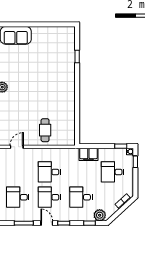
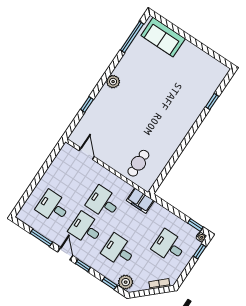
cafe table: (45, 130) -> (138, 163), moved
door: (17, 147) -> (87, 154), hinge flipped
filing cabinet: (88, 154) -> (140, 201), moved

